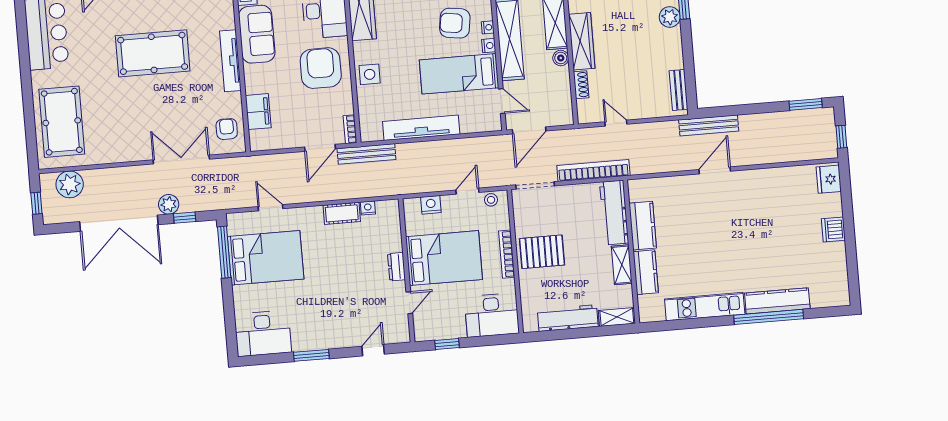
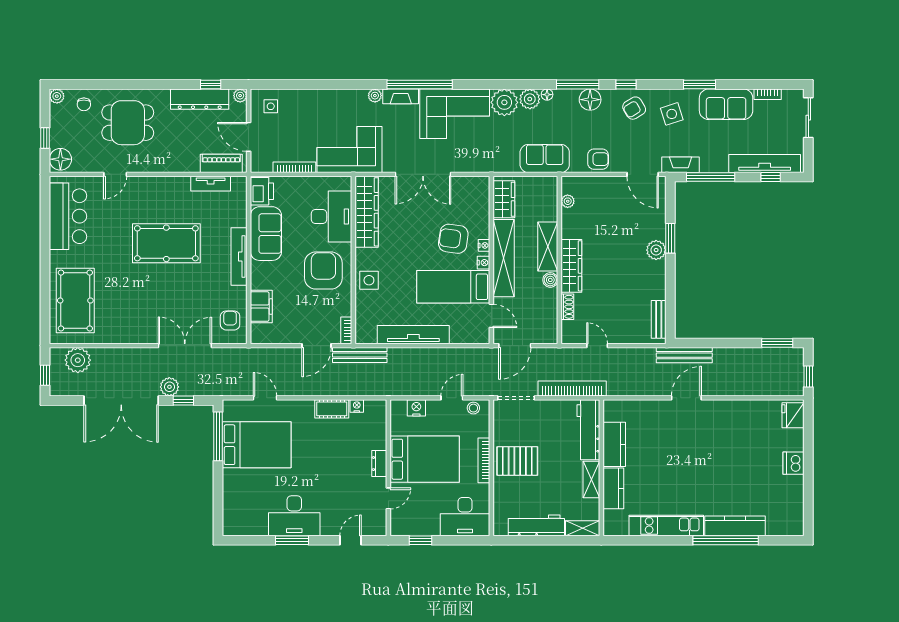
desk: (263, 333) -> (294, 516), moved

